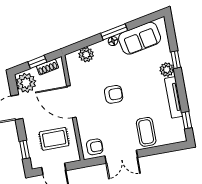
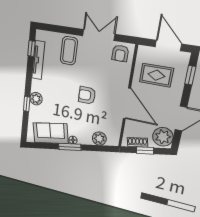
tv unit: (174, 97) -> (38, 60), moved
armchair: (95, 147) -> (120, 53), turned -90

